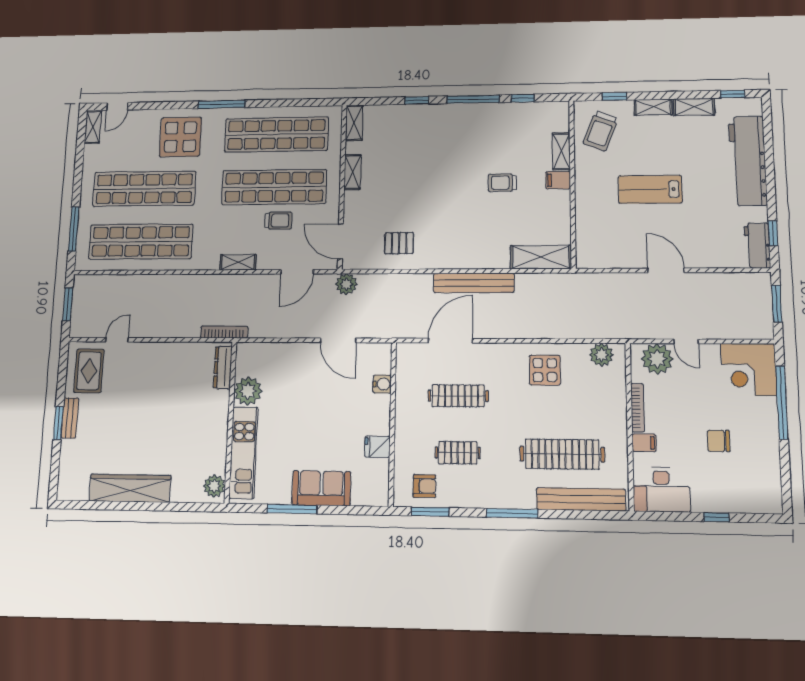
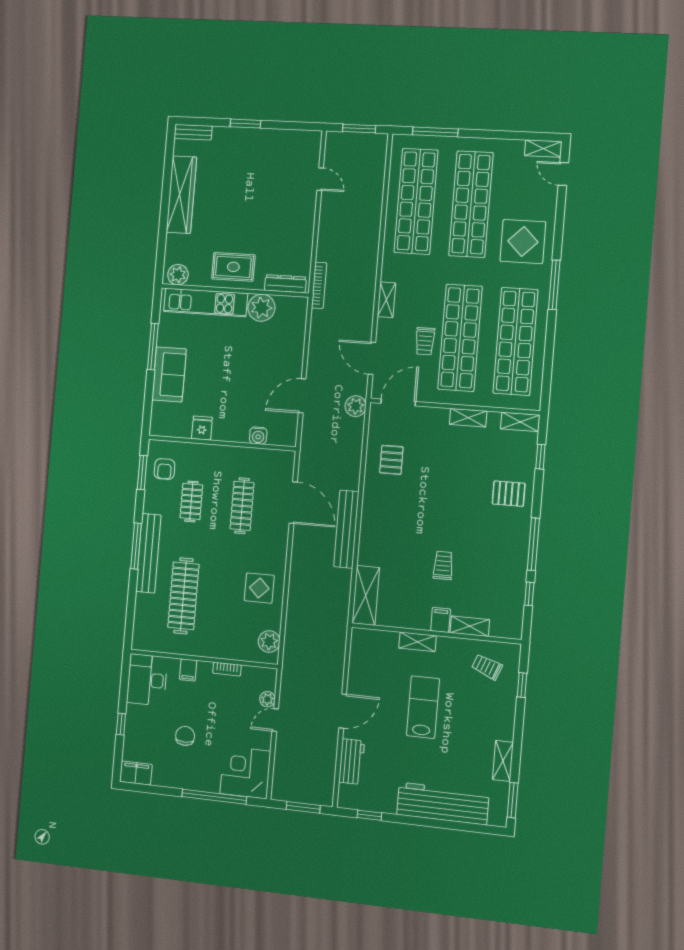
window: (733, 94) -> (513, 800), width x1.50
window: (417, 100) -> (540, 457), moved
shelving: (653, 107) -> (418, 642), moved, turned 90
pallet: (425, 127) -> (509, 494), added
trolley: (601, 131) -> (487, 667), width x0.73, depth x0.72
workbench: (757, 245) -> (352, 762), moved, turned 90
plant: (657, 359) -> (267, 699), width x0.53, depth x0.53
rug: (89, 371) -> (233, 267), moved
bookcase: (638, 408) -> (227, 669), width x0.64
bench: (70, 418) -> (193, 132), moved
filing cabinet: (770, 495) -> (136, 773), added
bench: (581, 499) -> (148, 553), moved

